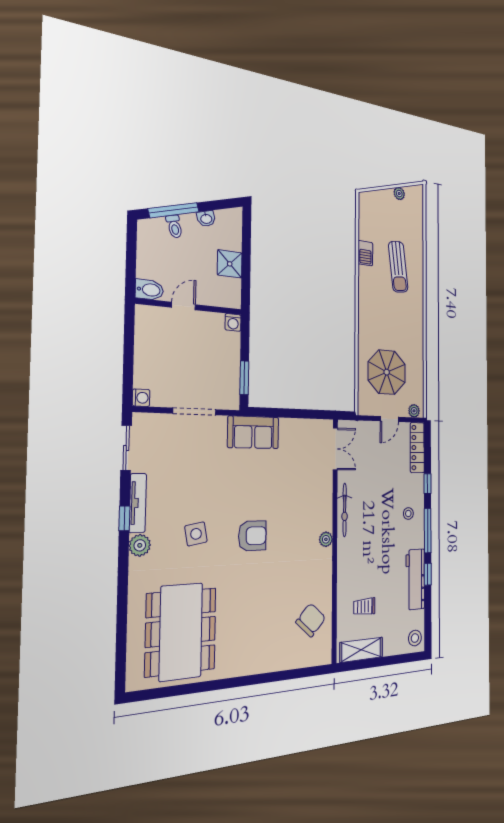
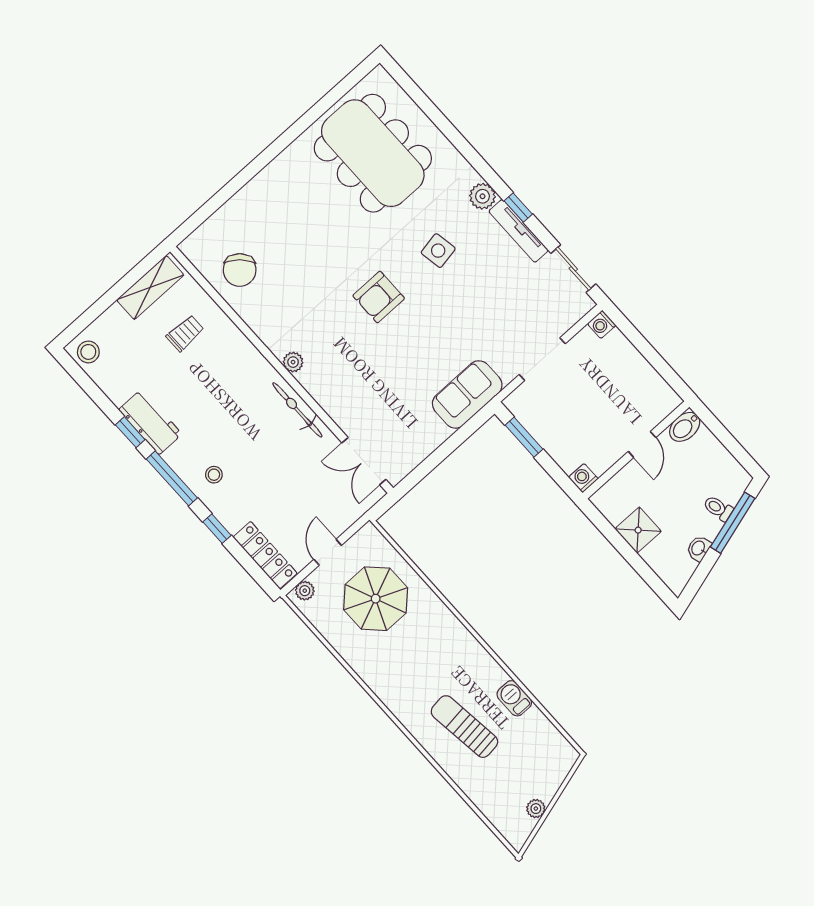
workbench: (415, 579) -> (150, 422), width x0.73

